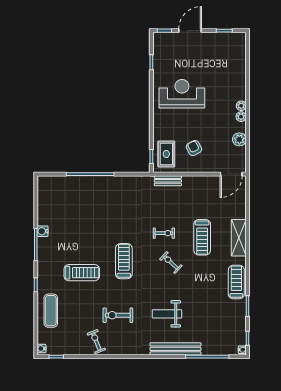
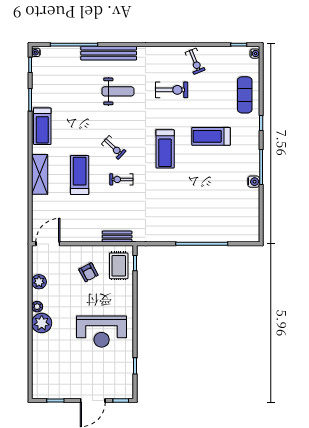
plant: (241, 106) -> (42, 323), width x1.87, depth x1.87

